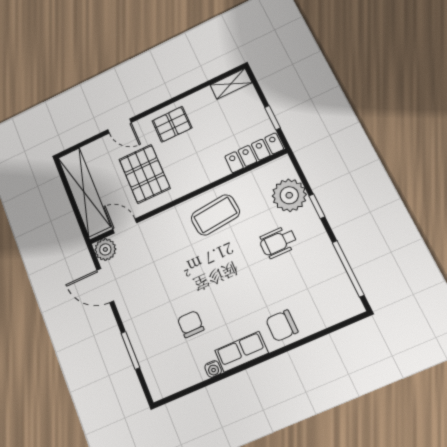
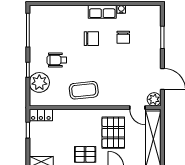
locker: (254, 153) -> (41, 115), width x0.66
wheelchair: (278, 242) -> (57, 60), turned 180
chair: (282, 326) -> (91, 39), moved

